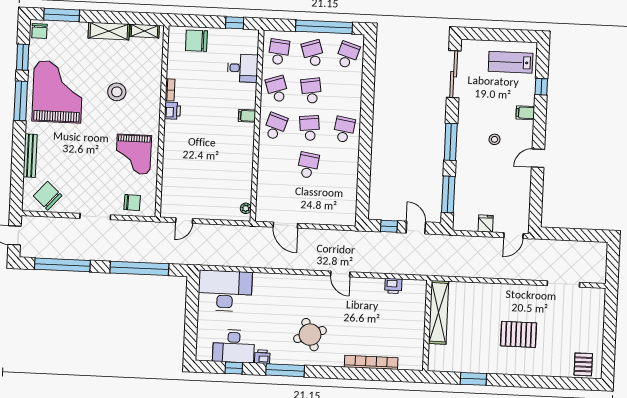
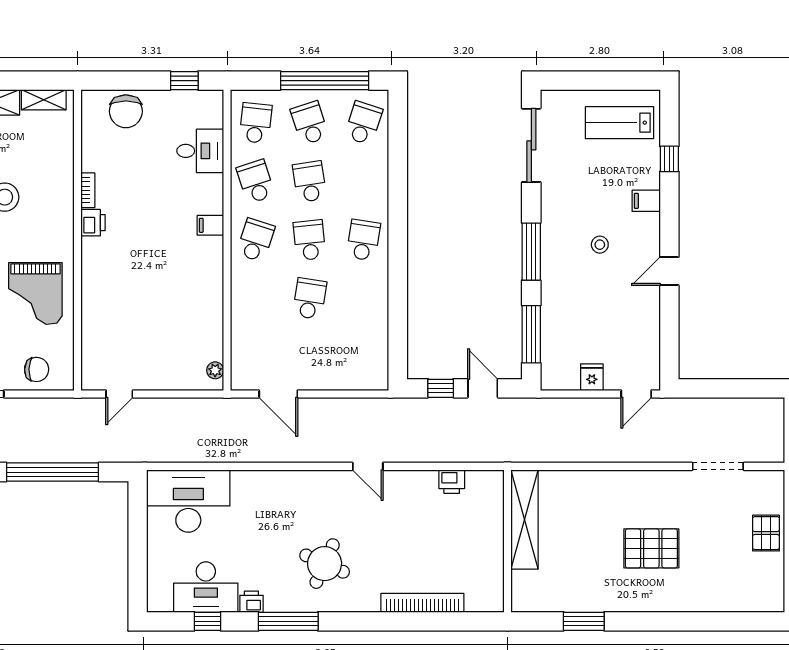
chair: (196, 41) -> (126, 111), turned -90
round table: (310, 335) -> (325, 564), turned 45
pallet: (583, 364) -> (766, 533), moved

